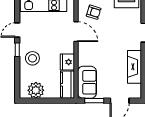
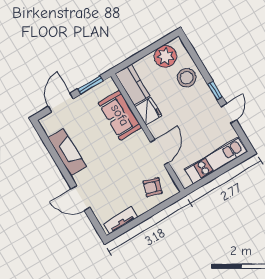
door: (76, 32) -> (159, 152), swing flipped
stool: (32, 58) -> (187, 78), moved
sofa: (87, 82) -> (120, 115), moved

